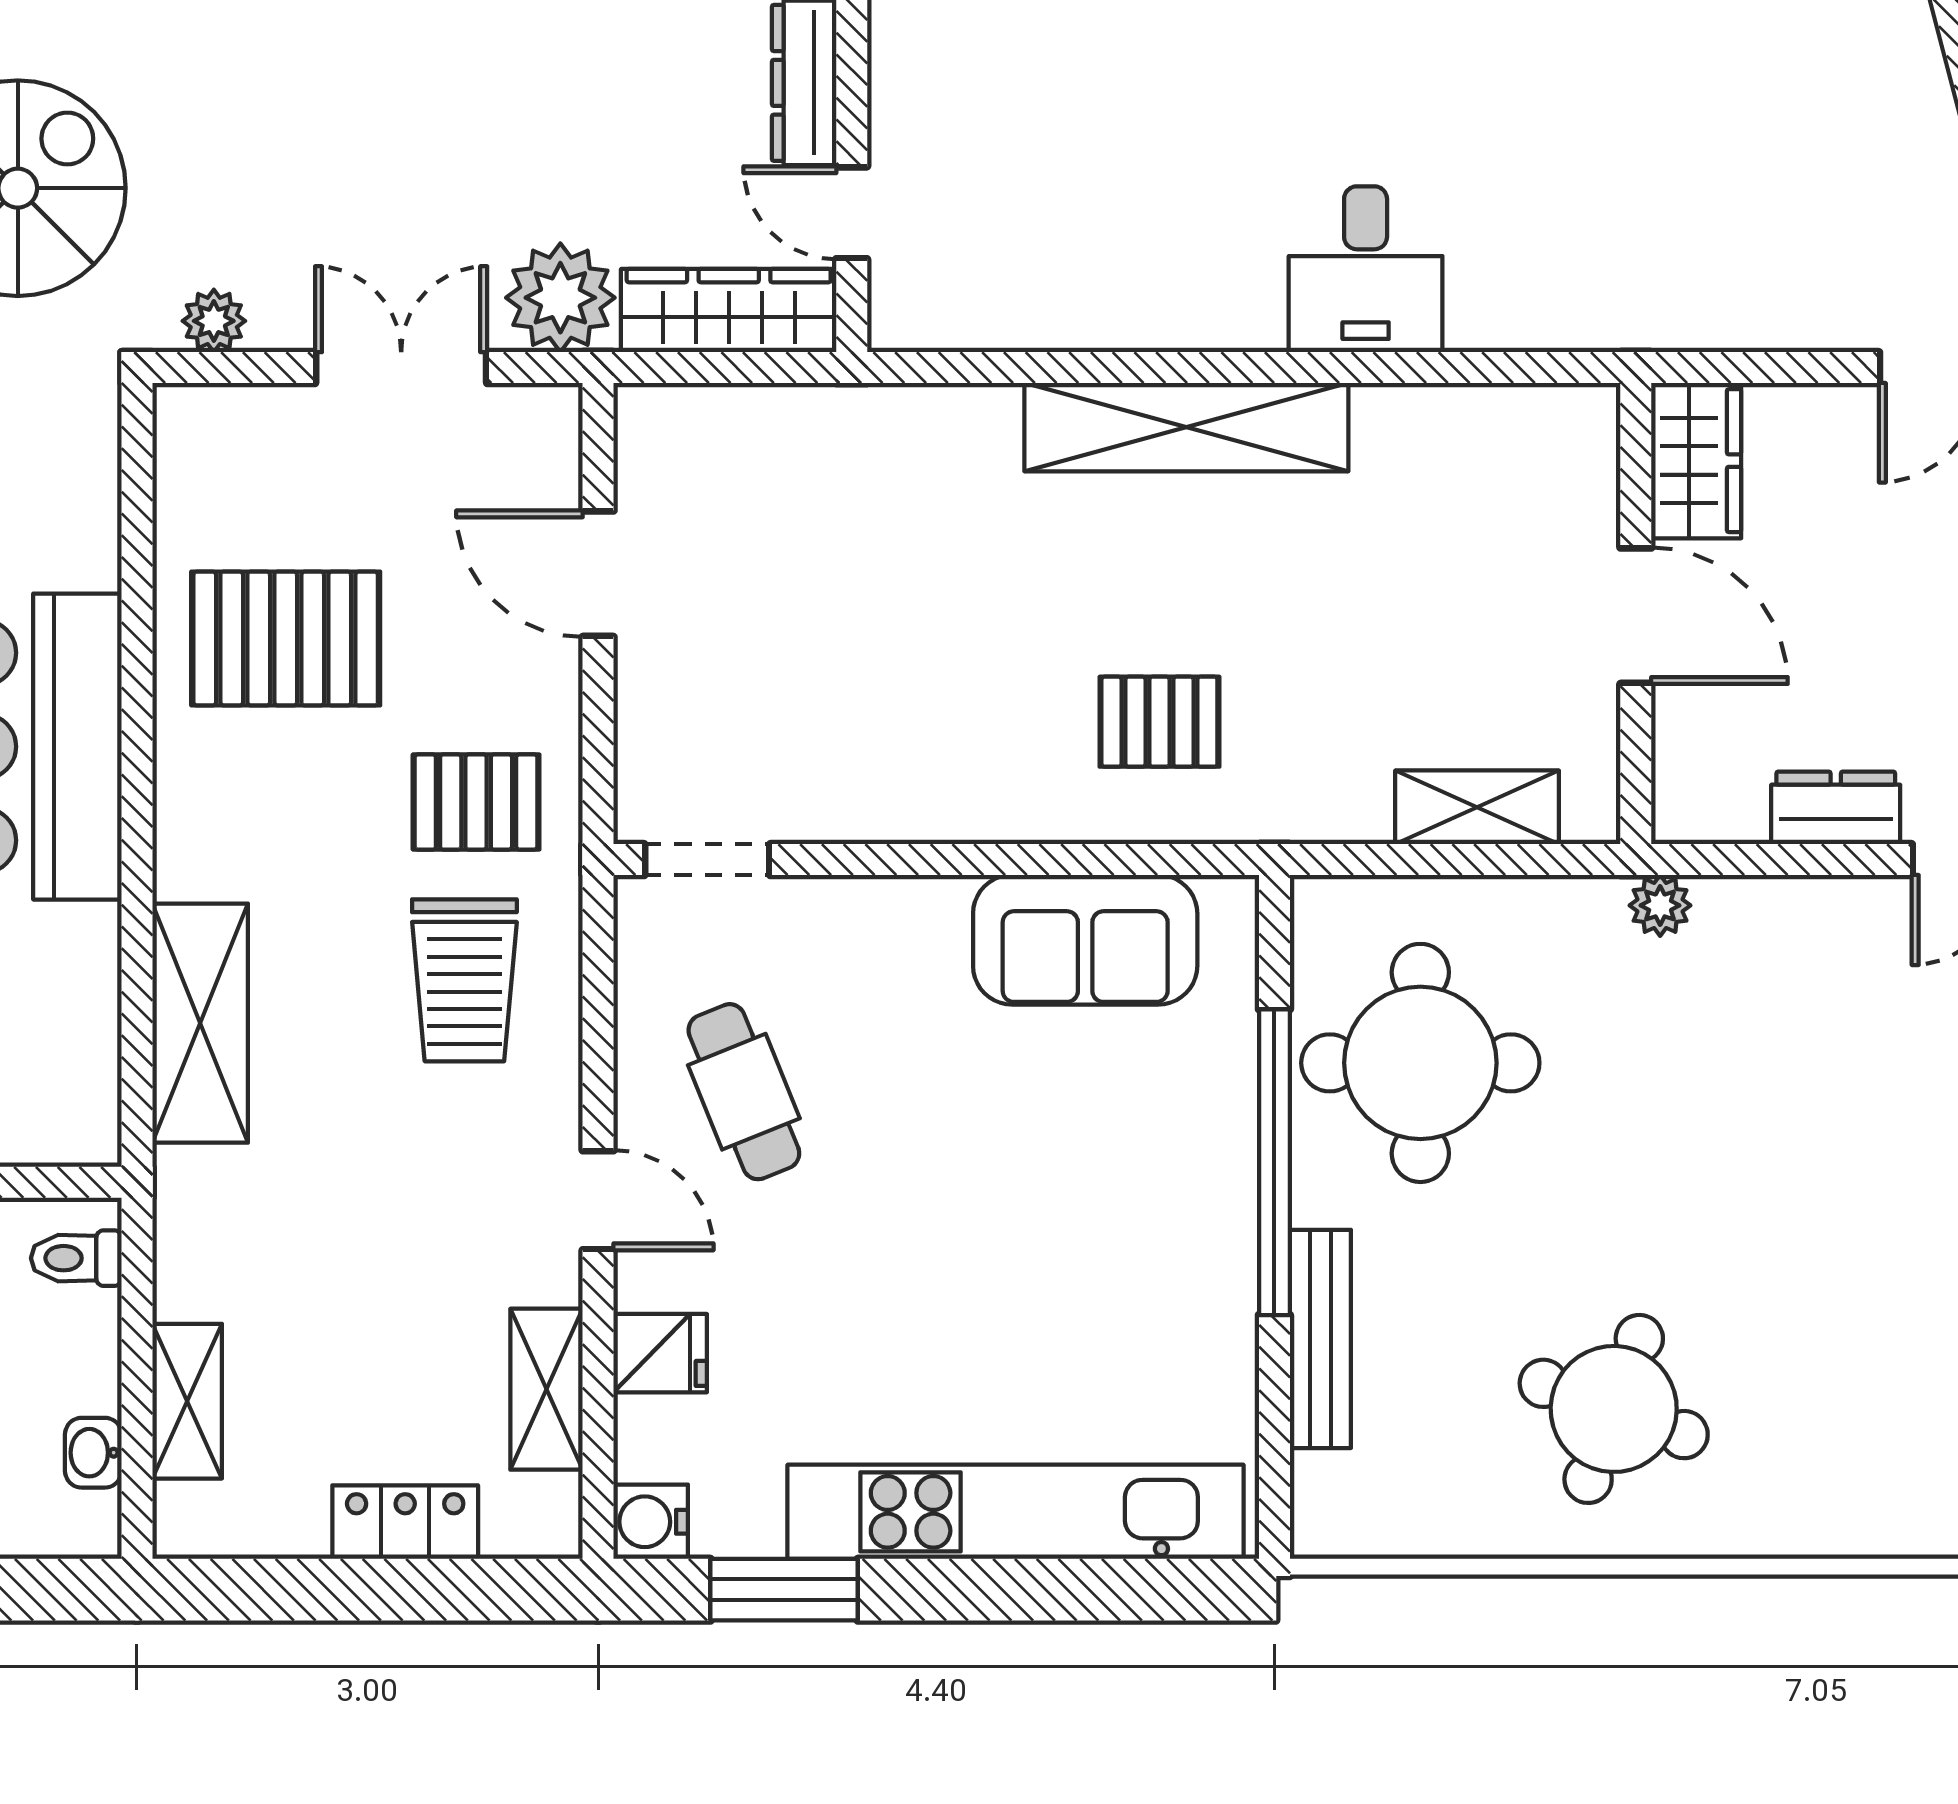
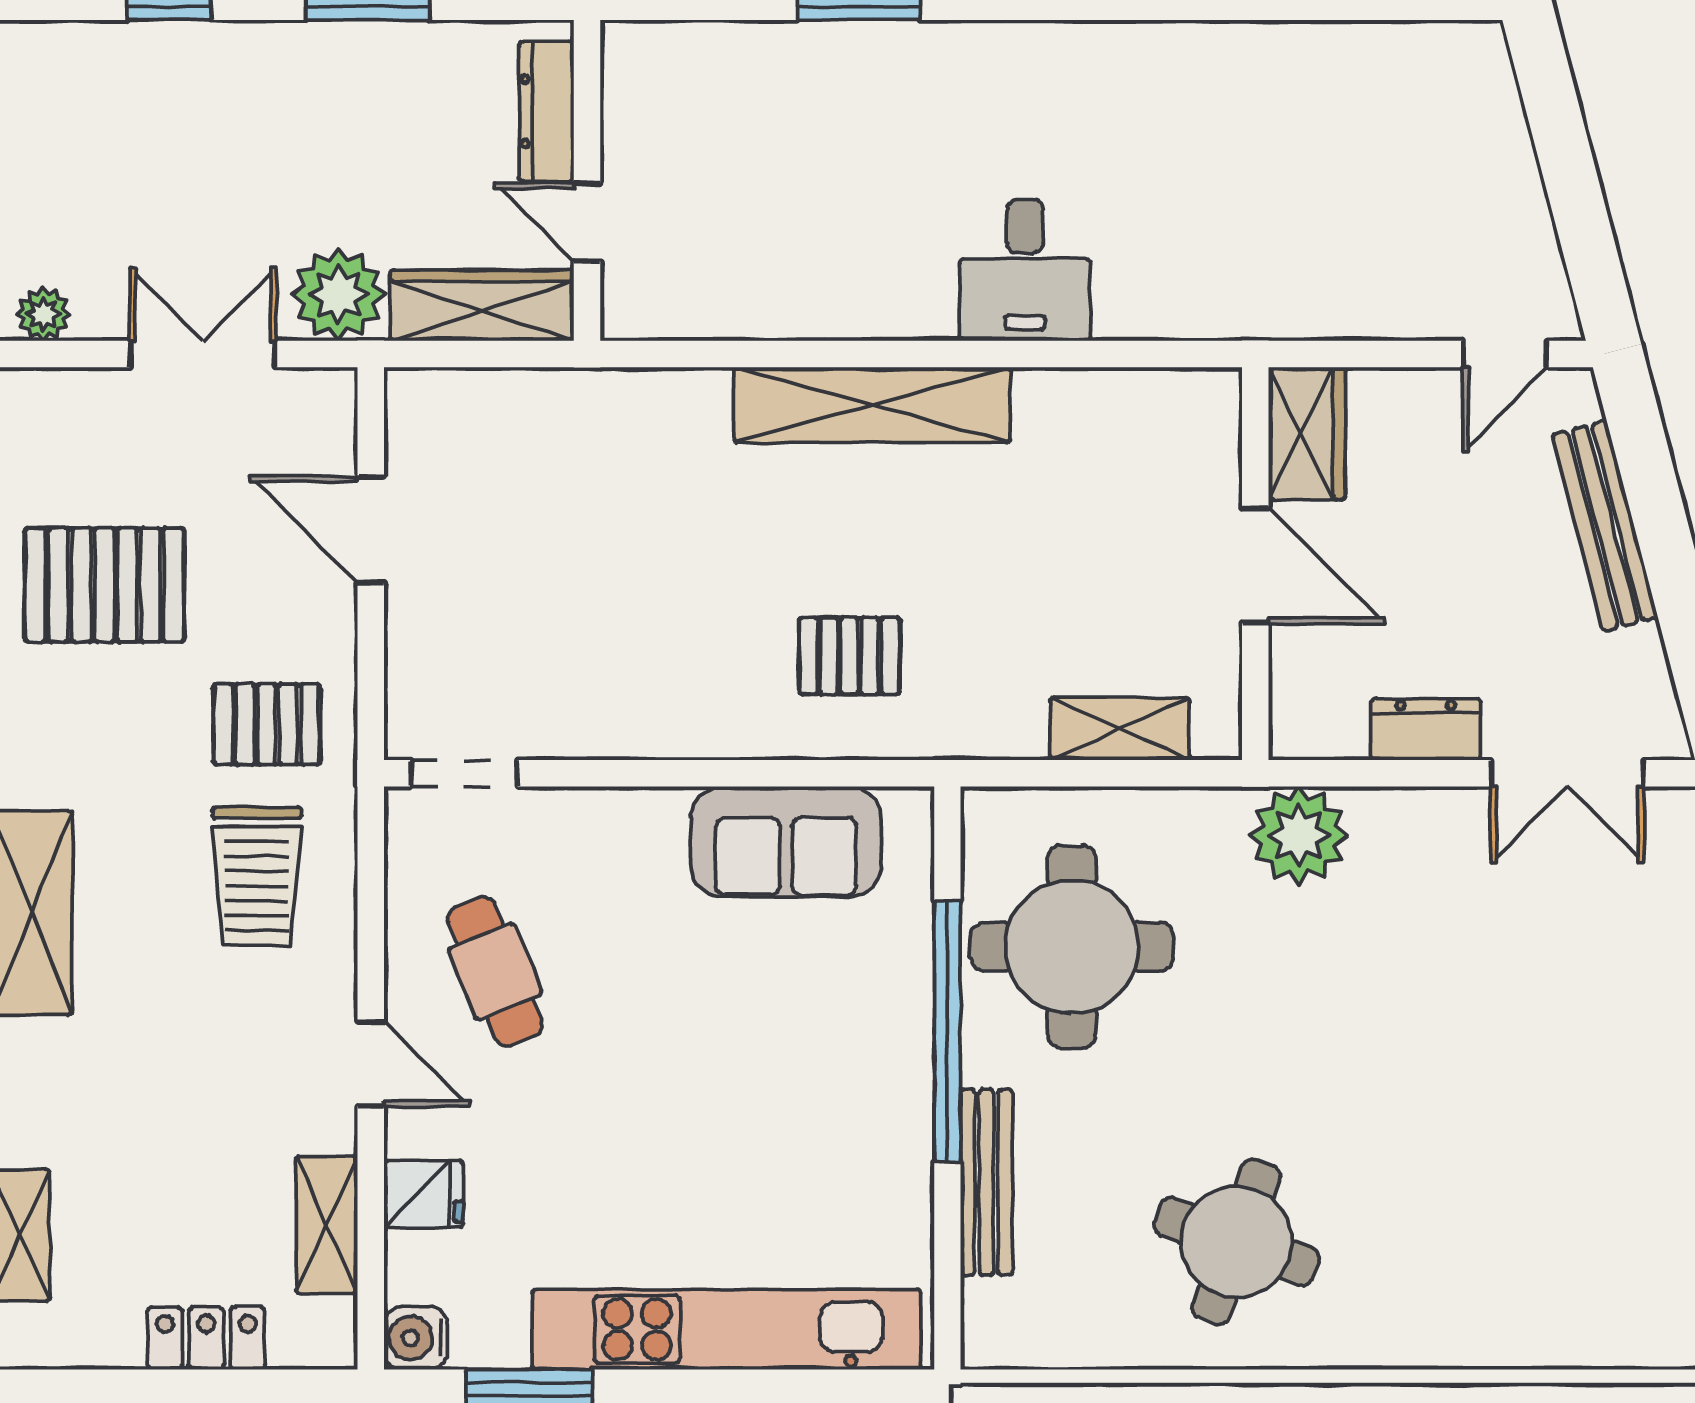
plant: (1660, 905) -> (1299, 835), width x1.87, depth x1.87

